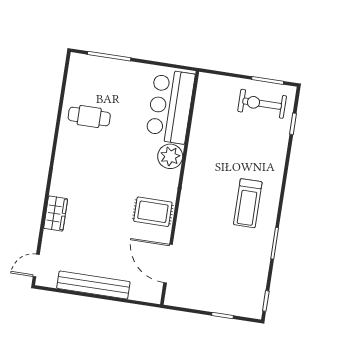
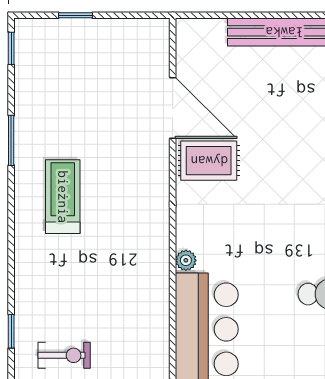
exercise bike: (262, 104) -> (64, 355), width x0.73, depth x0.72
plant: (170, 156) -> (186, 260), width x0.53, depth x0.53
door: (168, 264) -> (173, 108), moved

